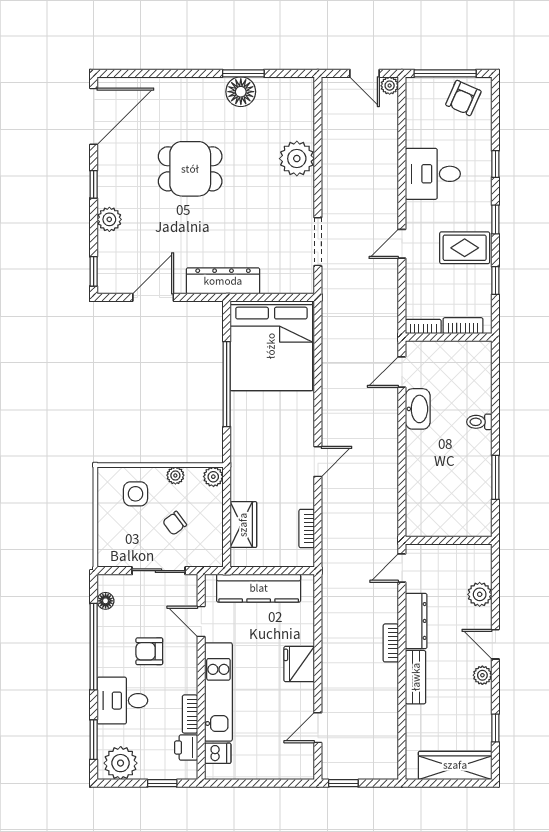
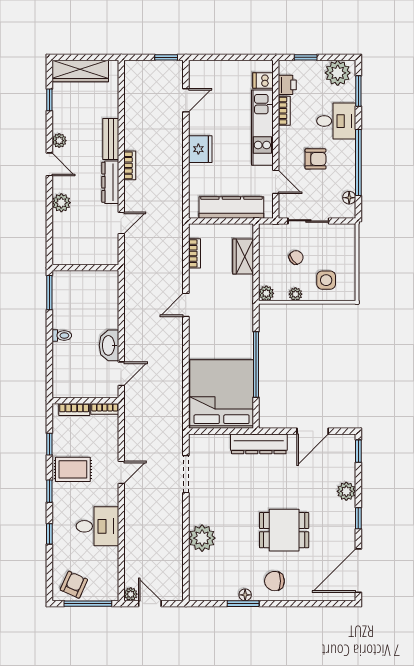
floor lamp: (241, 92) -> (245, 595), width x0.53, depth x0.53
chair: (203, 103) -> (274, 581), added
wall: (449, 540) -> (85, 268), moved

